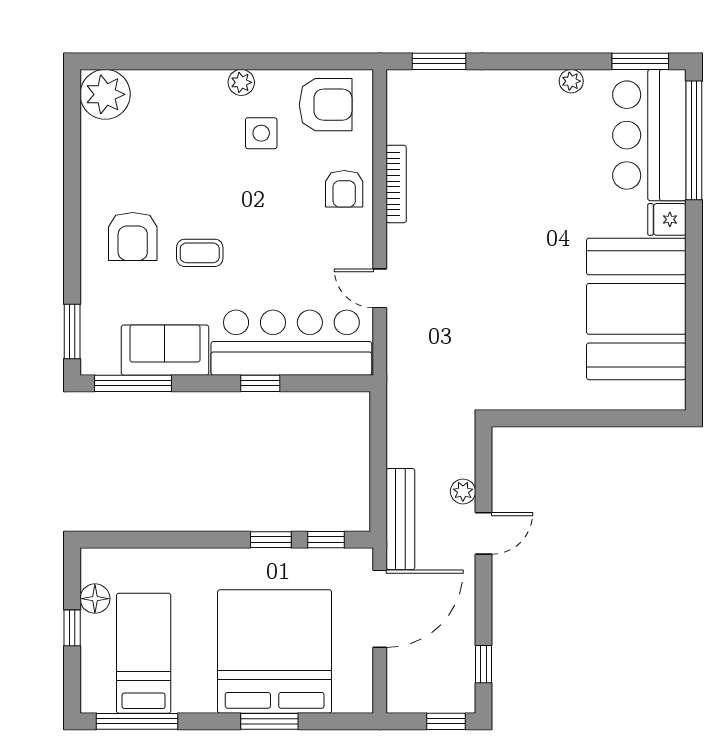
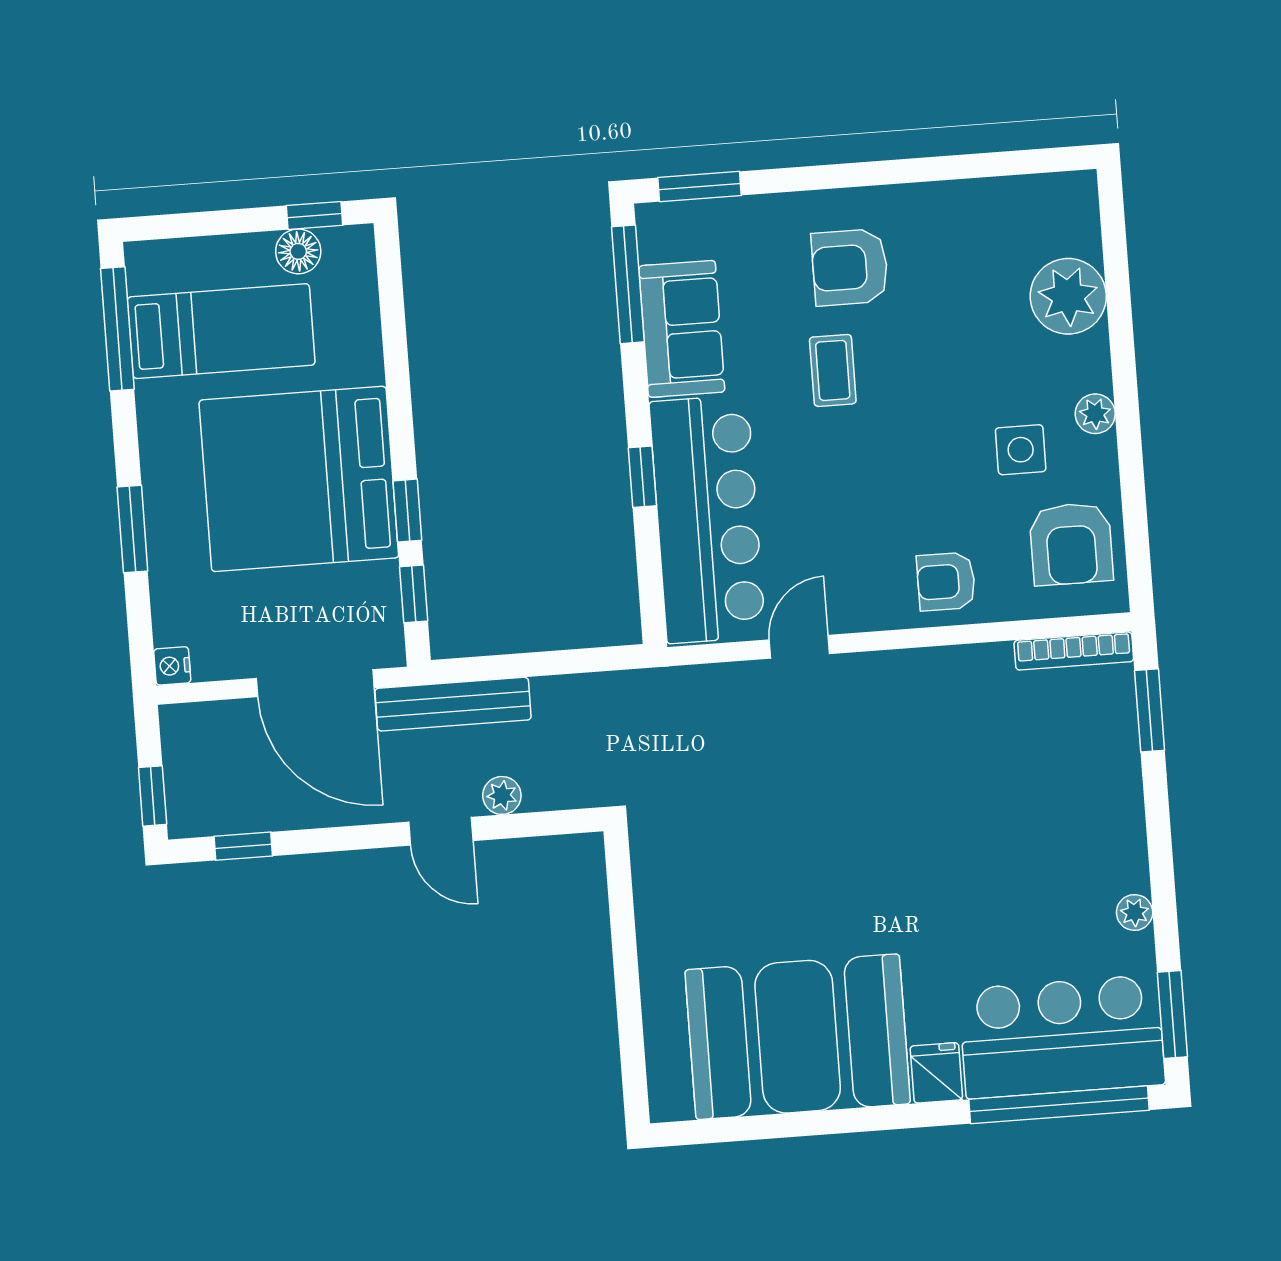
plant: (105, 94) -> (1068, 296), moved
bookcase: (396, 184) -> (1074, 651), moved
window: (72, 628) -> (315, 215), moved
bed: (275, 652) -> (299, 479), moved, turned 180
nightstand: (361, 702) -> (172, 666), added

